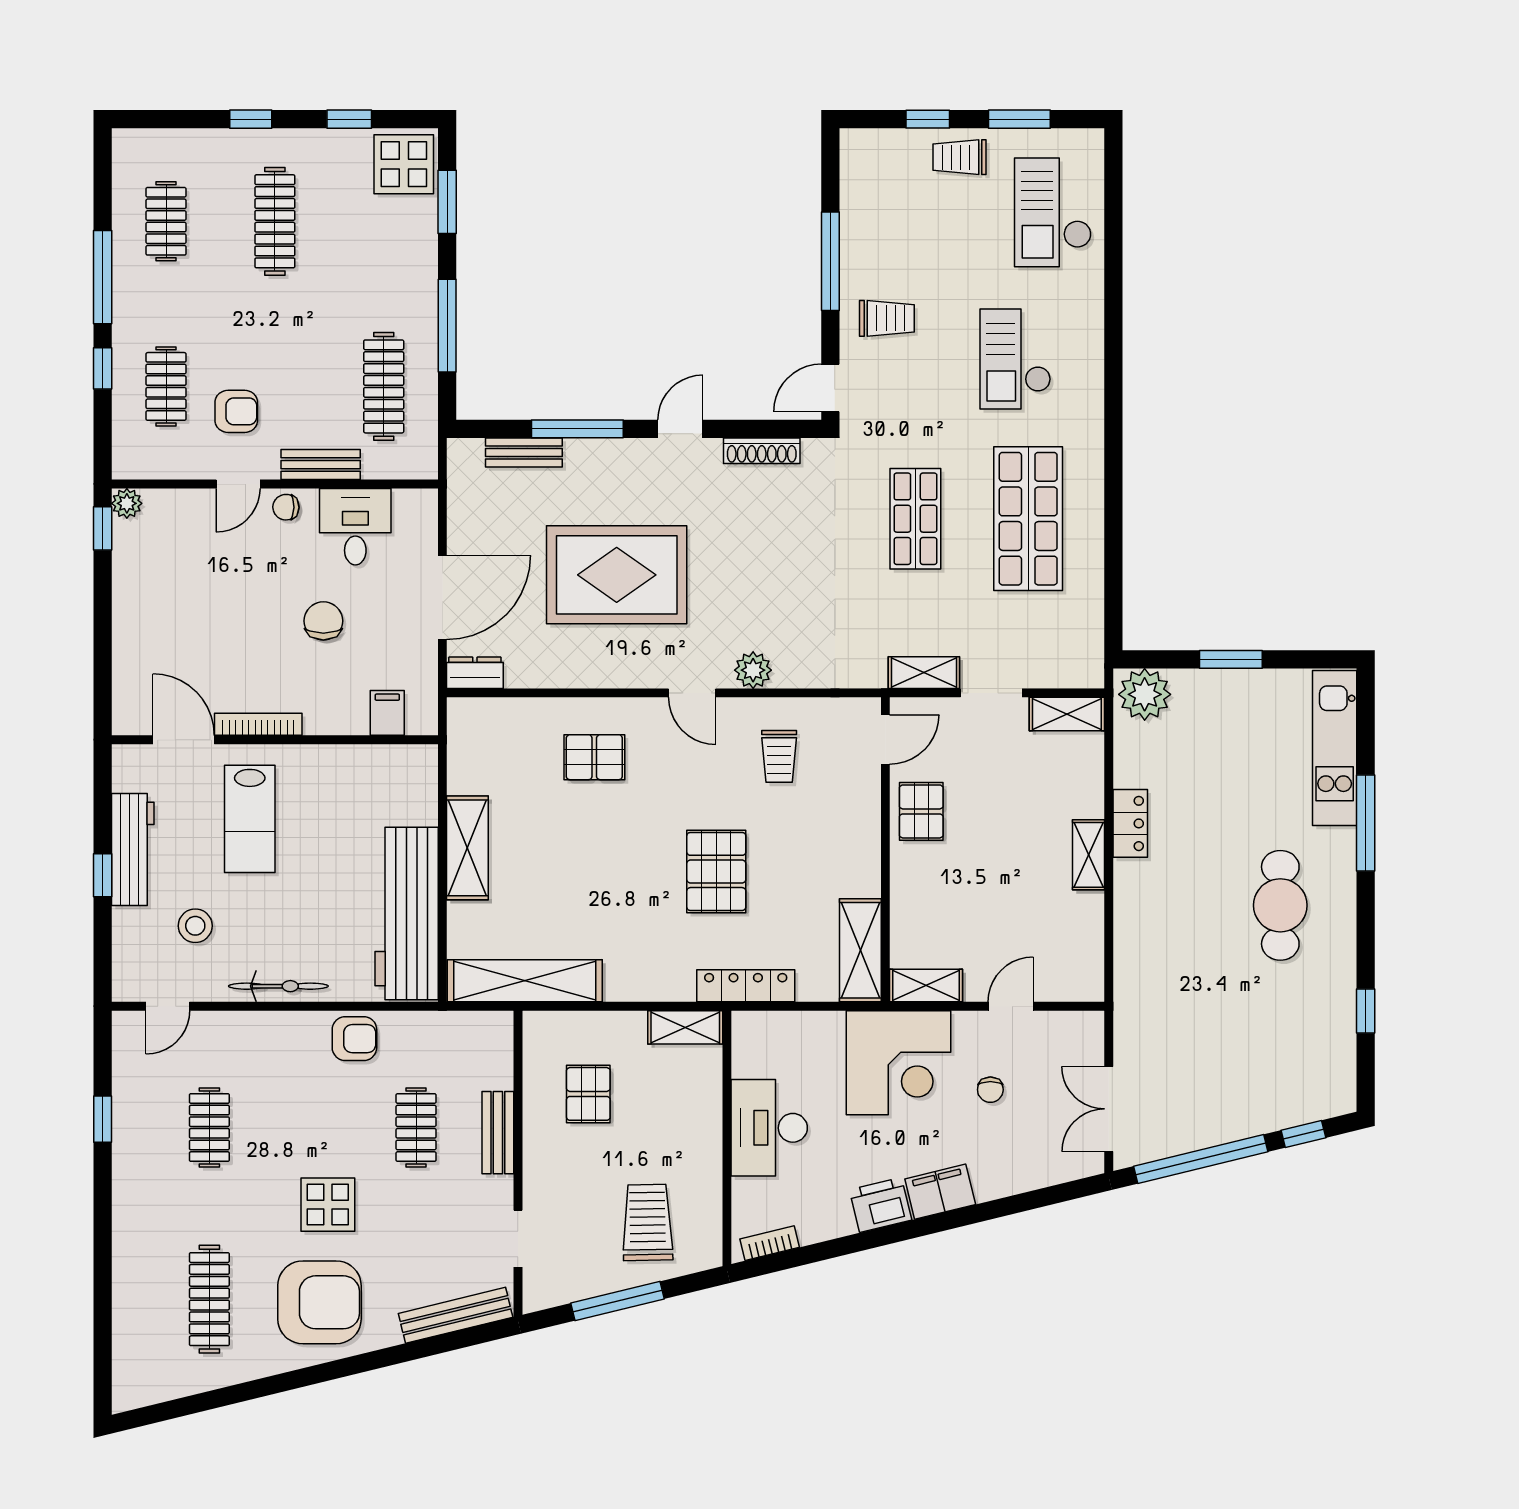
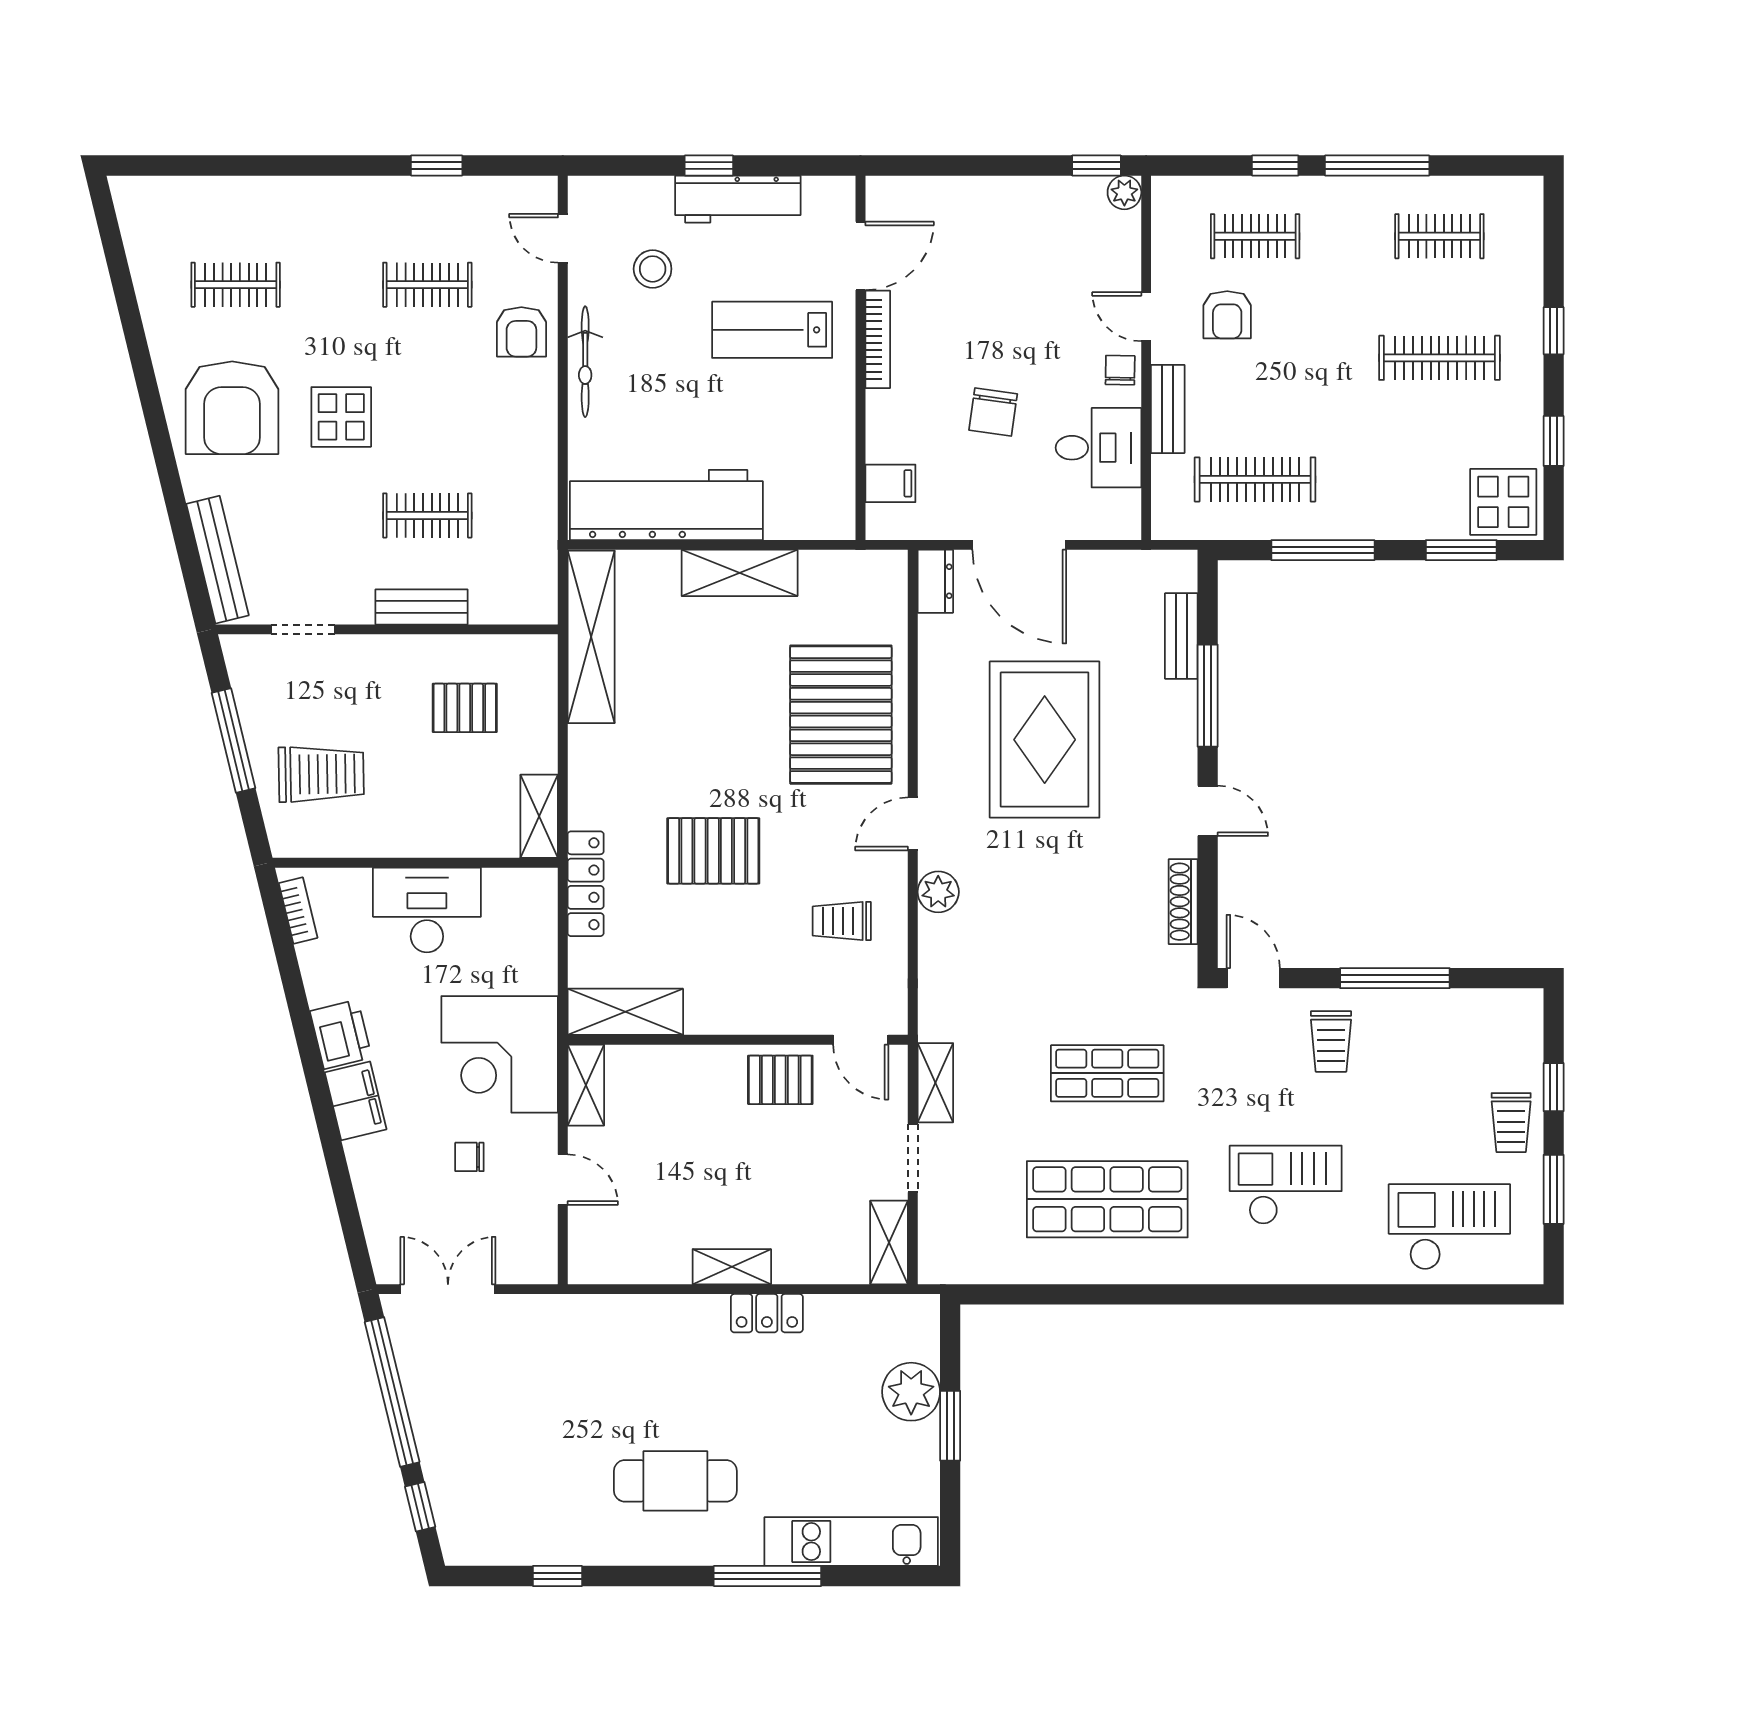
trolley: (960, 157) -> (1511, 1123), turned 180
chair: (323, 621) -> (993, 412), turned 98
plant: (1145, 694) -> (911, 1392), moved
pallet: (594, 757) -> (841, 715), width x2.05, depth x2.00
armchair: (354, 1039) -> (521, 332), moved
clothes rail: (209, 1299) -> (236, 285), width x0.73

